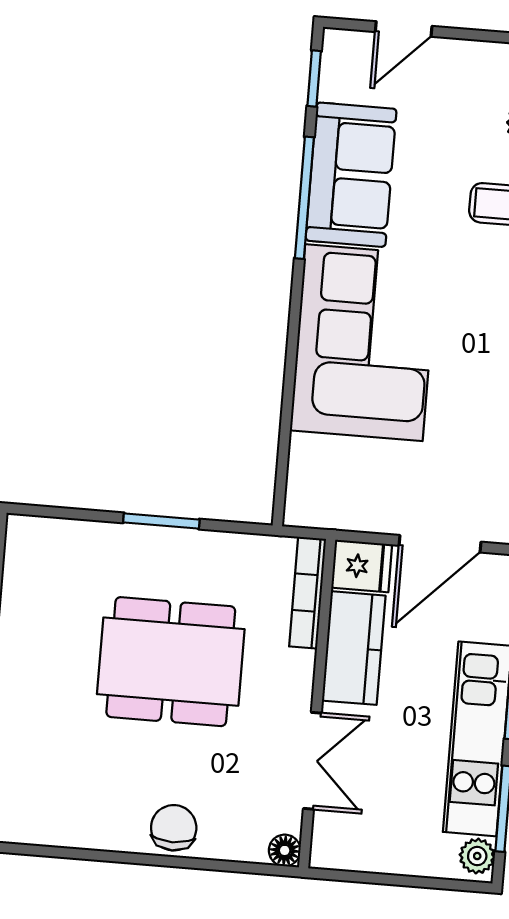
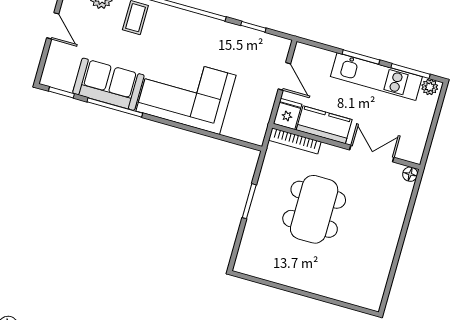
door: (404, 29) -> (53, 26), moved
door: (440, 544) -> (284, 76), width x0.73
chair: (174, 828) -> (390, 223), removed

